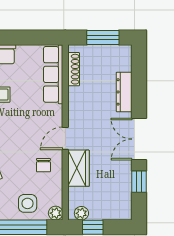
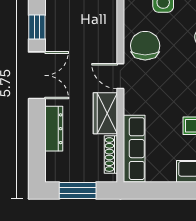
door: (65, 138) -> (120, 76), swing flipped
chair: (43, 165) -> (145, 46), width x1.87, depth x1.87
wardrobe: (79, 168) -> (105, 113), moved

